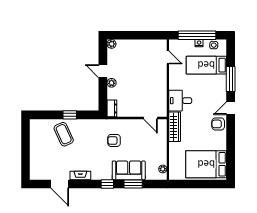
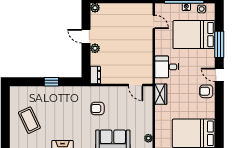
bed: (206, 65) -> (194, 35), width x1.50
door: (231, 108) -> (219, 75), hinge flipped
wardrobe: (175, 127) -> (161, 94), width x0.67
coffee table: (64, 134) -> (29, 120), moved

